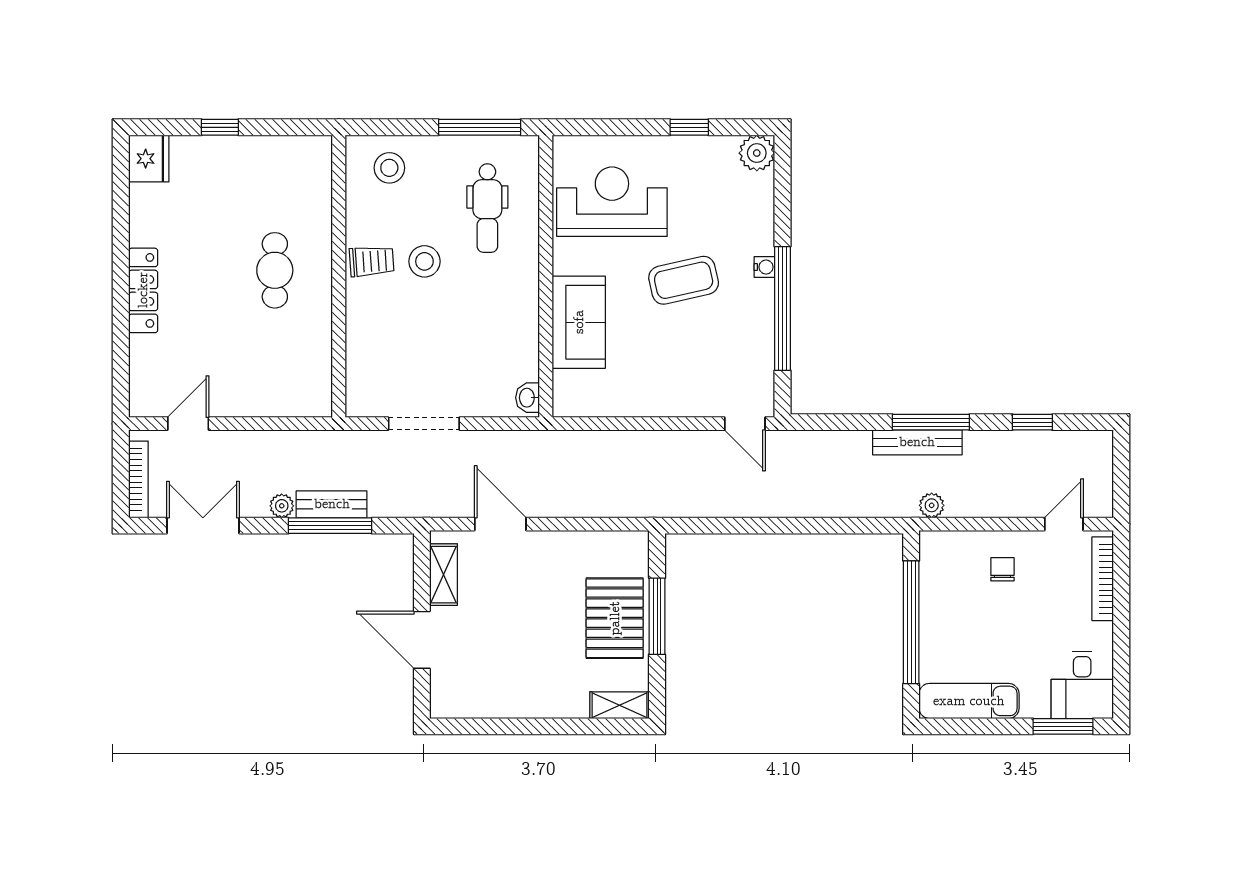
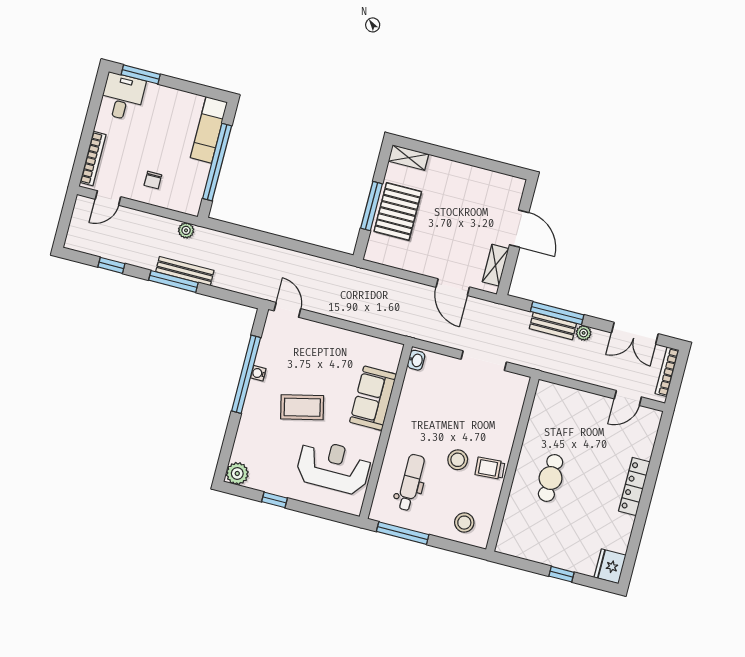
reception desk: (612, 202) -> (334, 467), turned 180
water cooler: (764, 267) -> (258, 373), moved
exam couch: (969, 701) -> (209, 130), moved, turned 90

